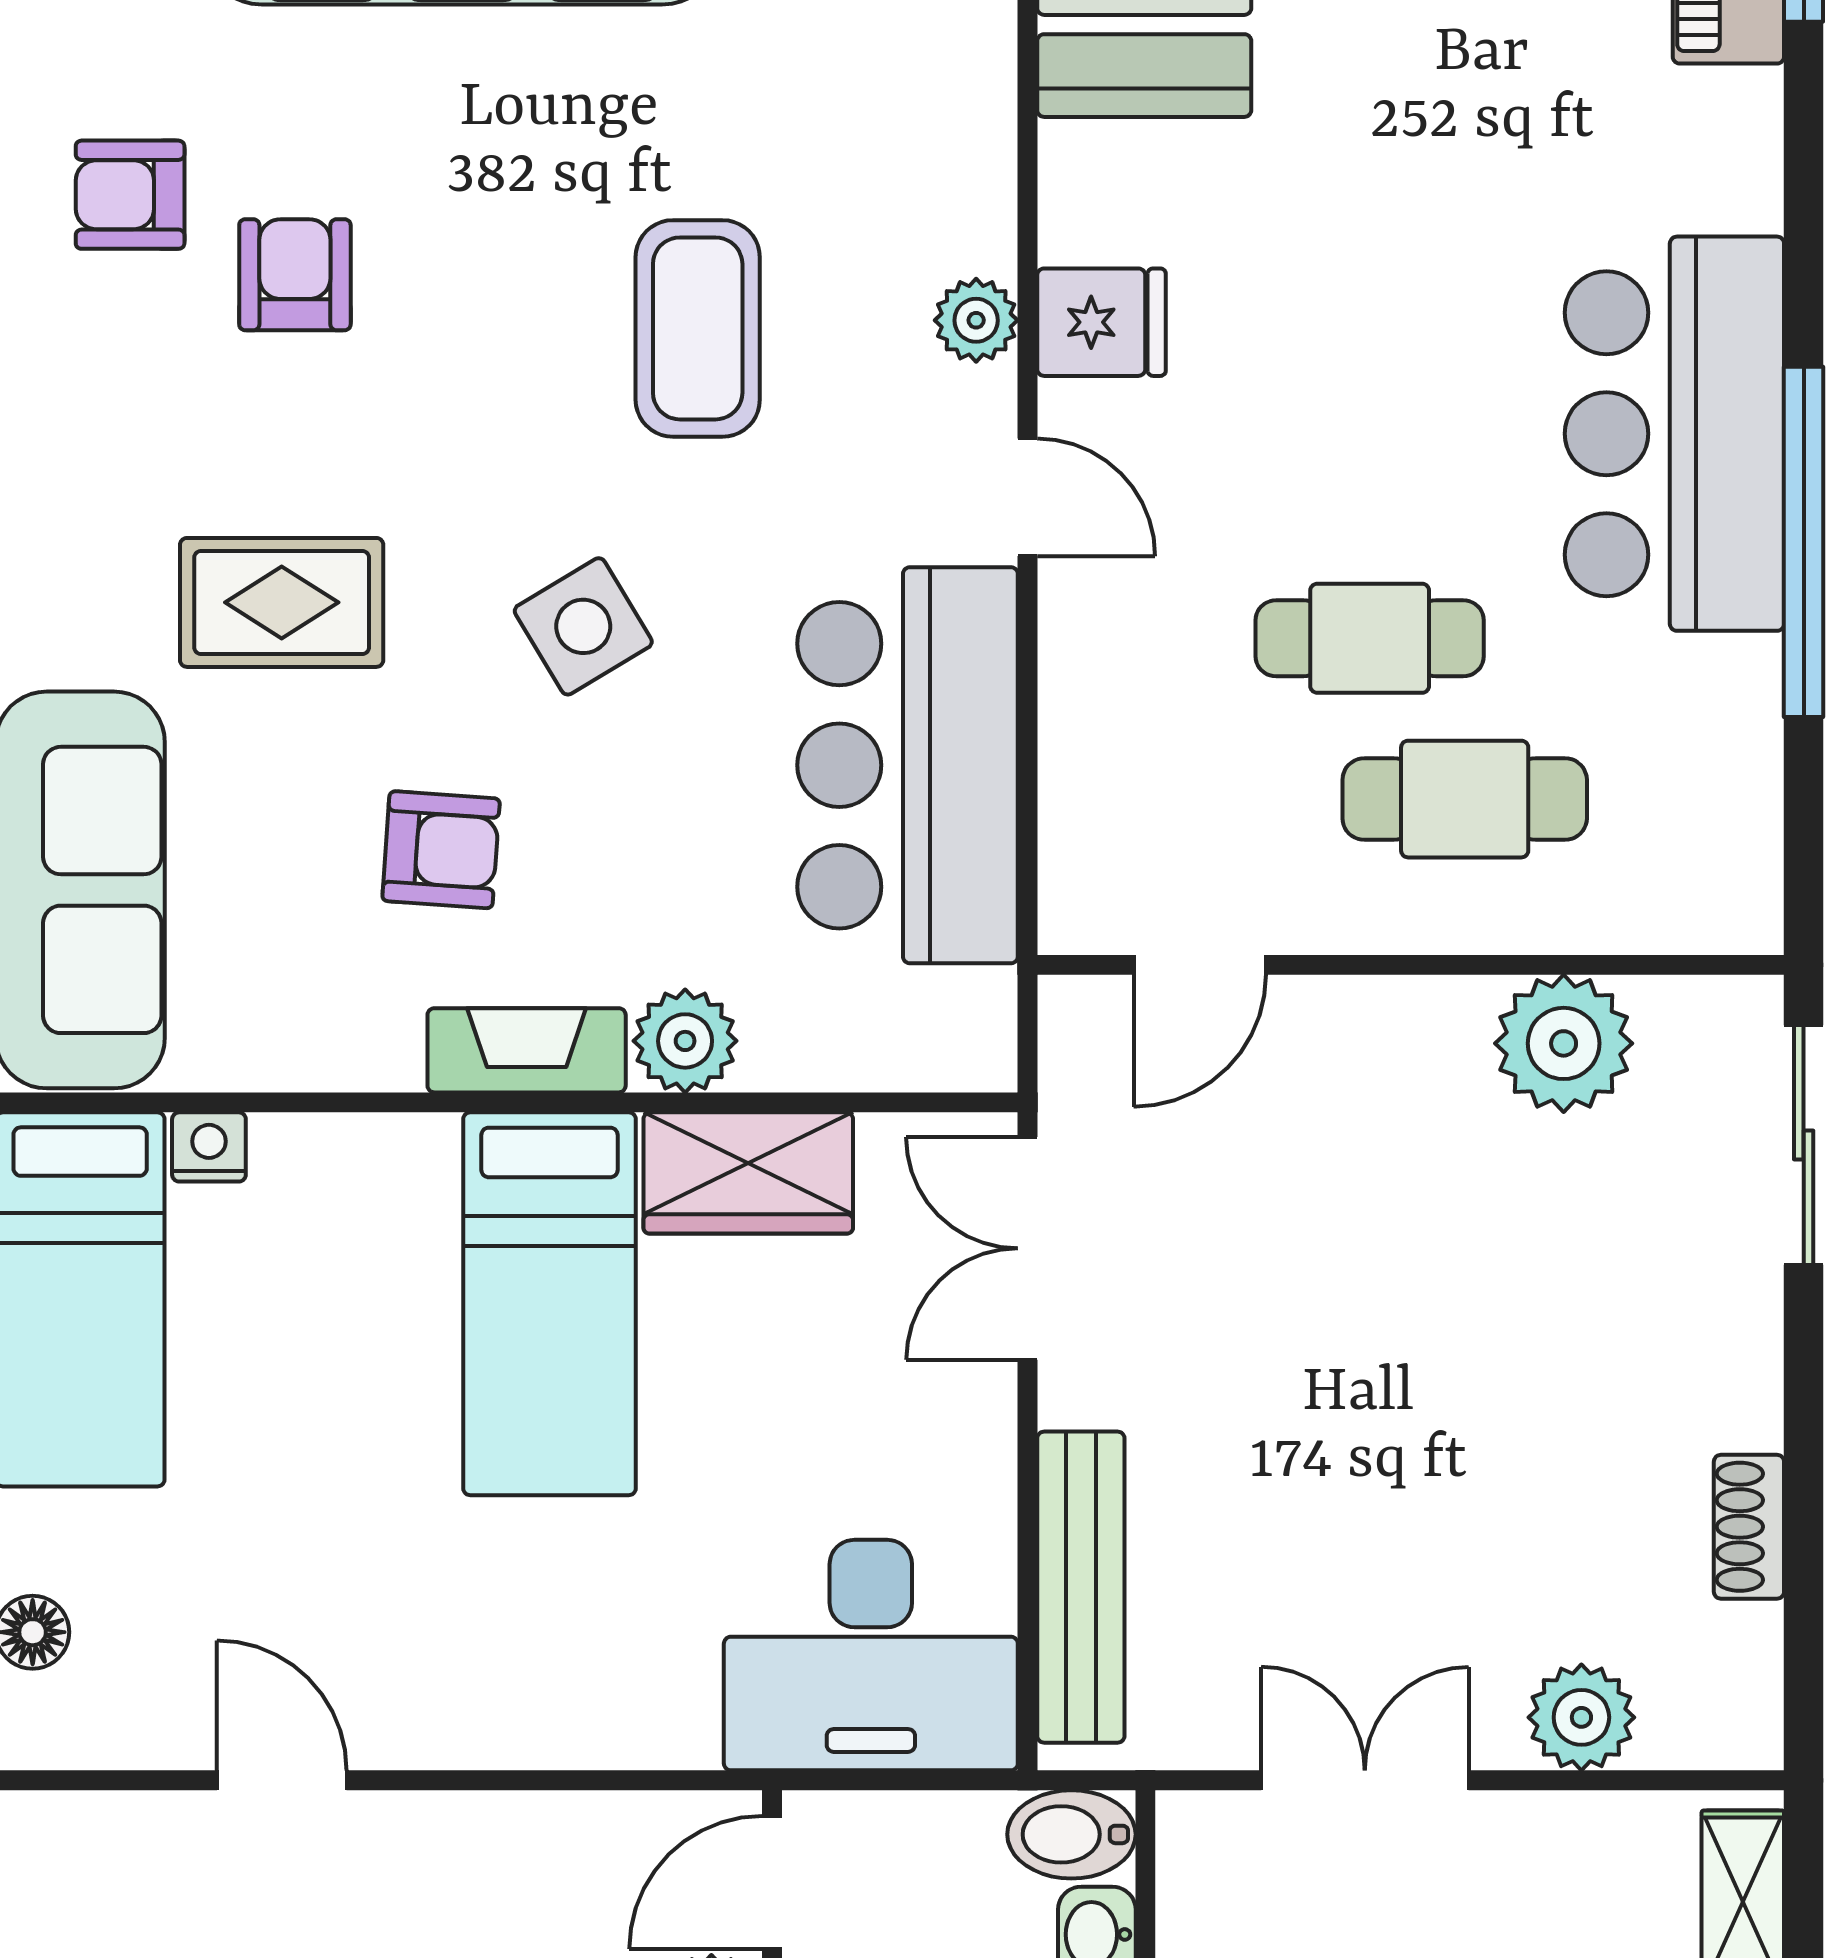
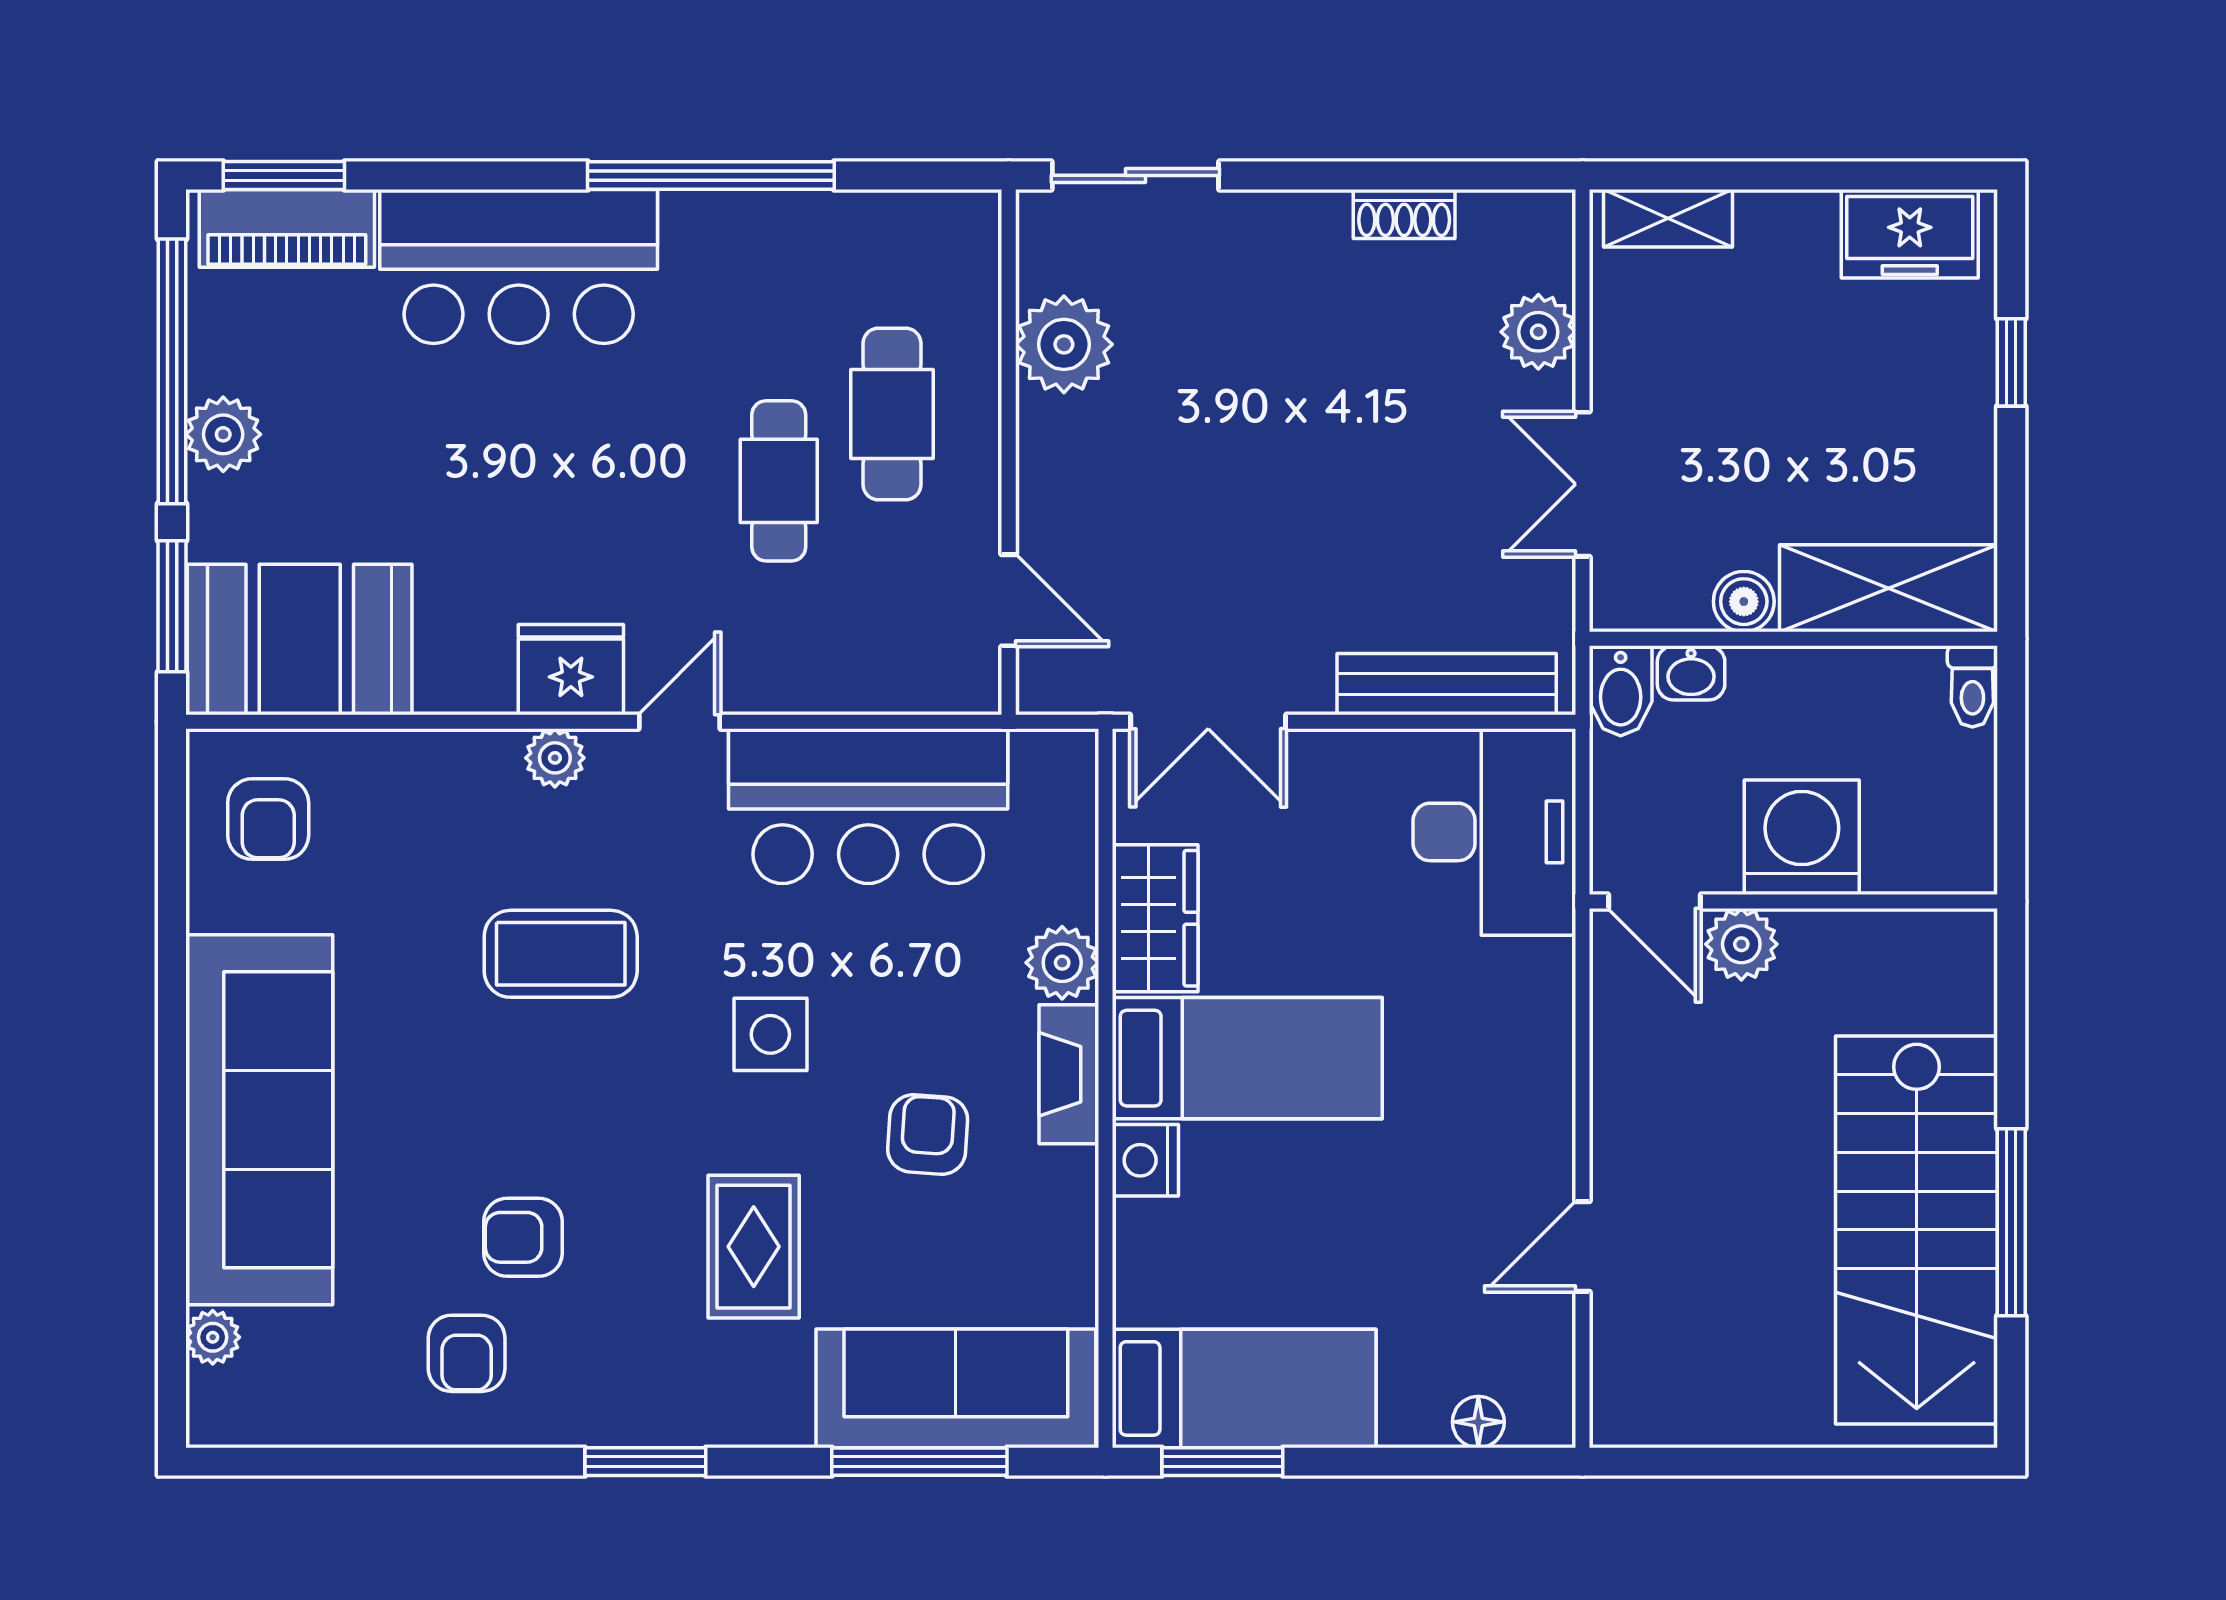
fridge: (1101, 322) -> (571, 670), width x1.38
bar counter: (1674, 434) -> (519, 266), moved
side table: (583, 626) -> (770, 1034), turned 31
nightstand: (209, 1147) -> (1145, 1160), moved, width x1.39, depth x1.35

